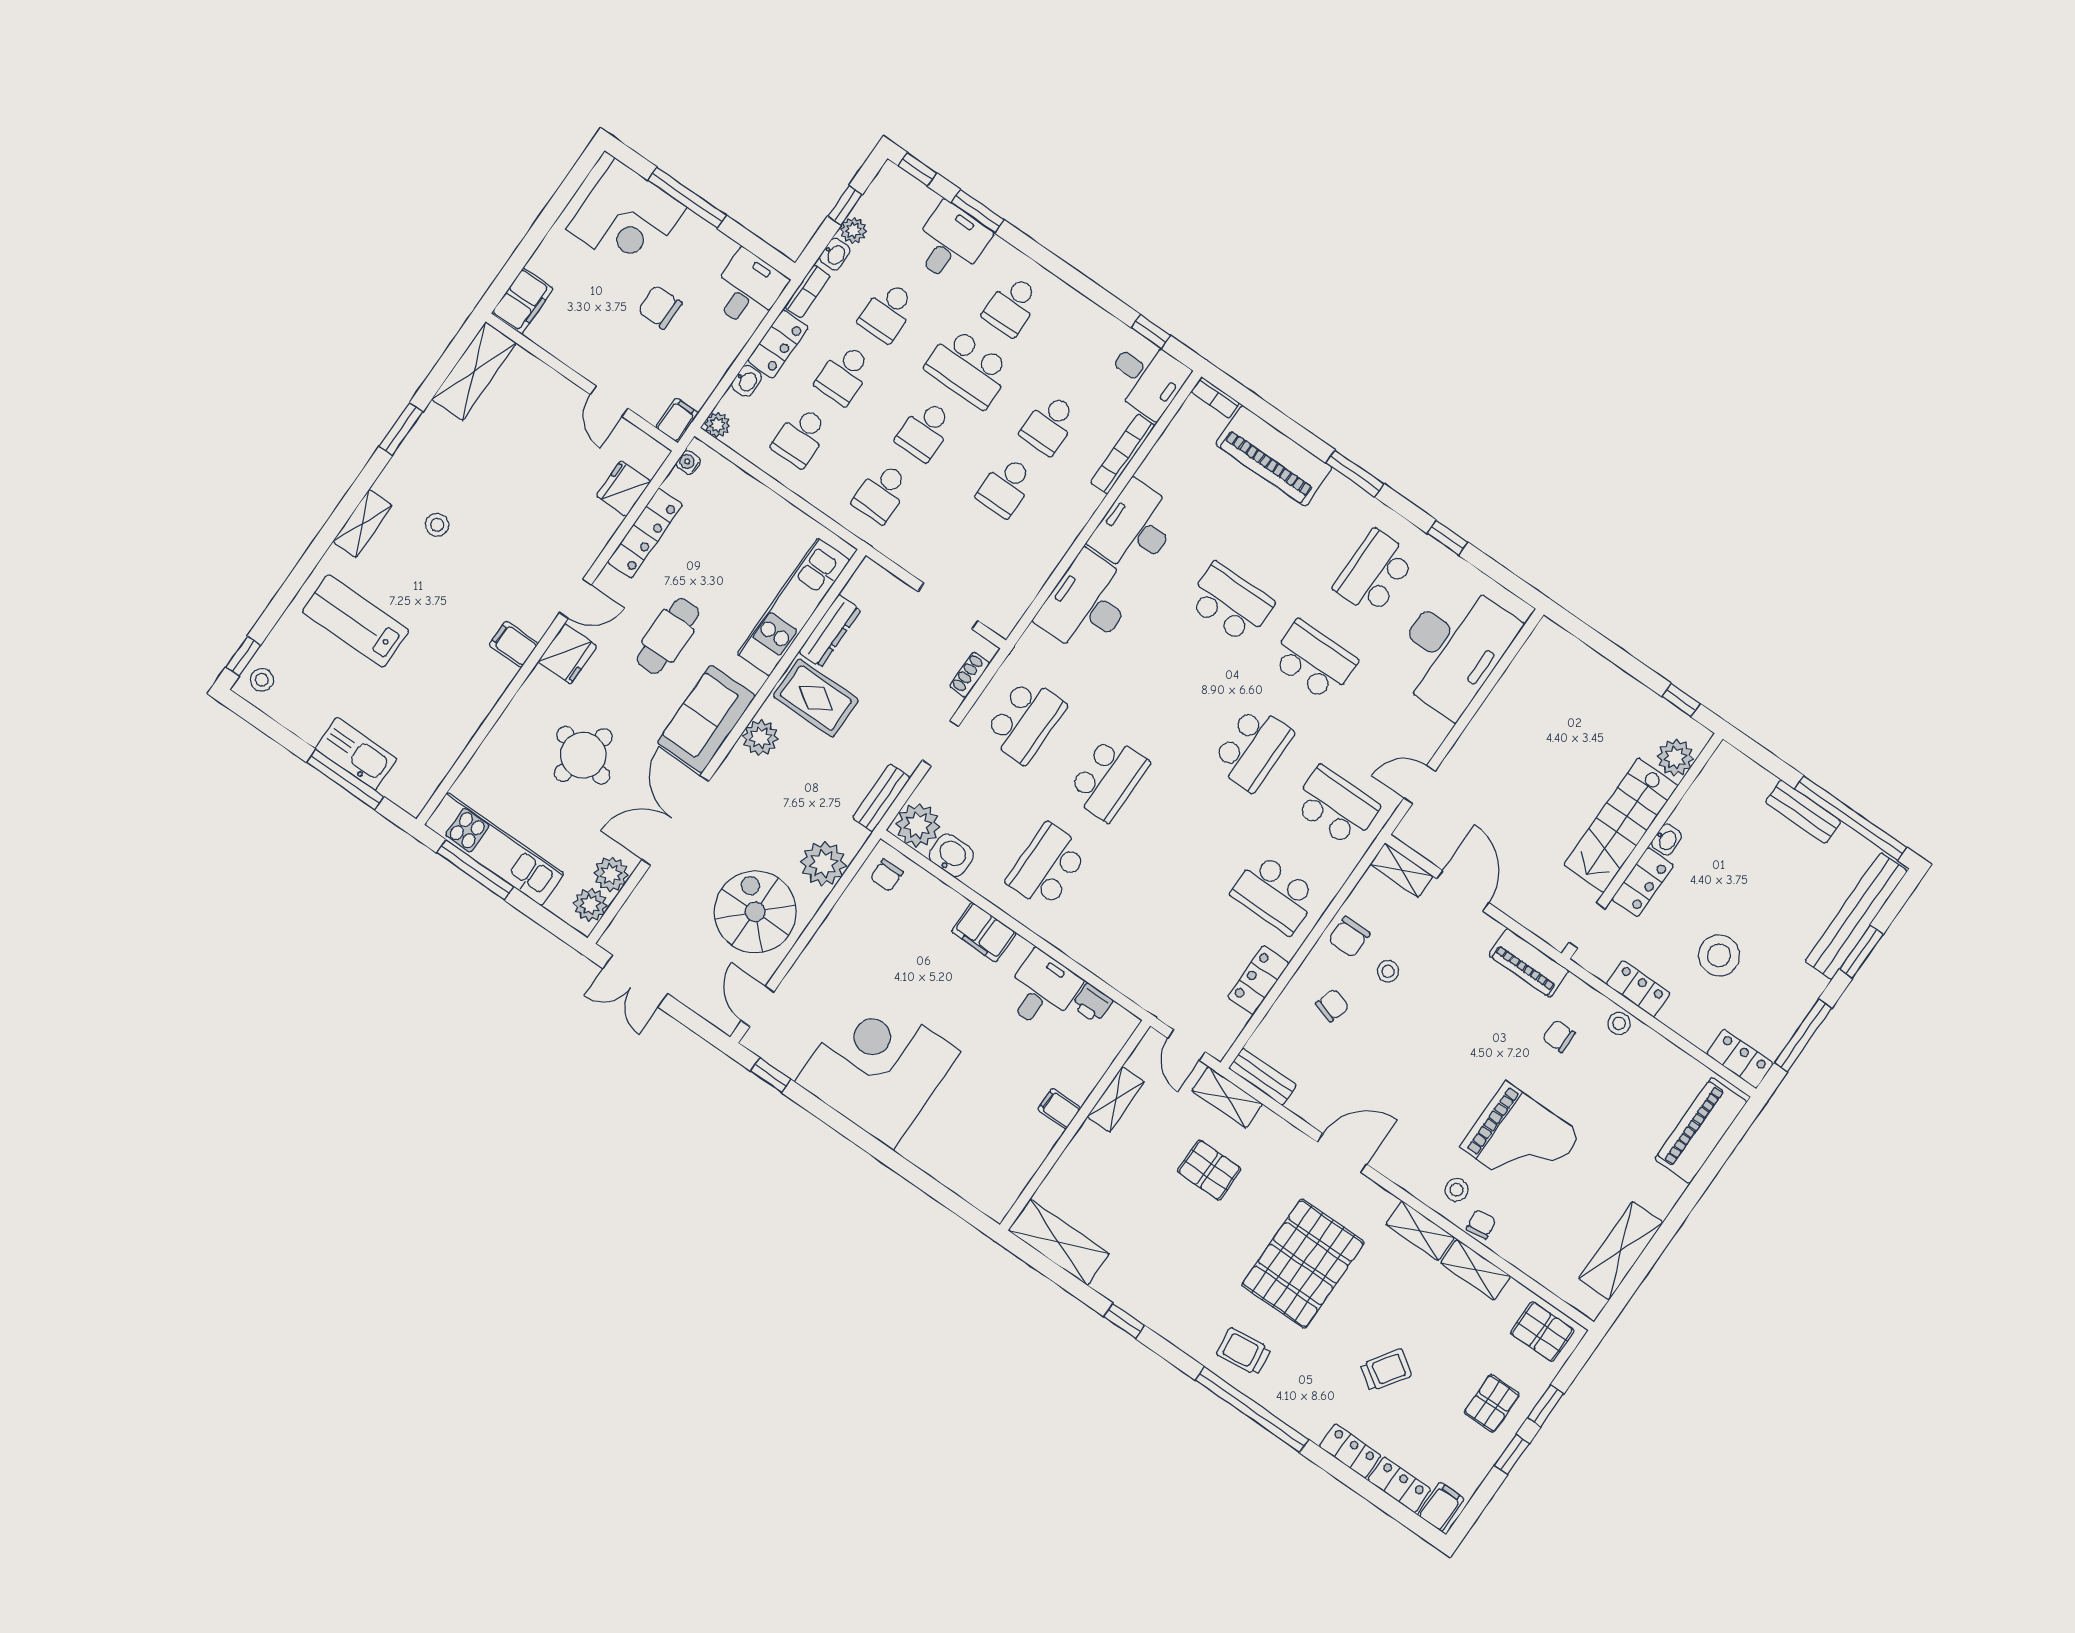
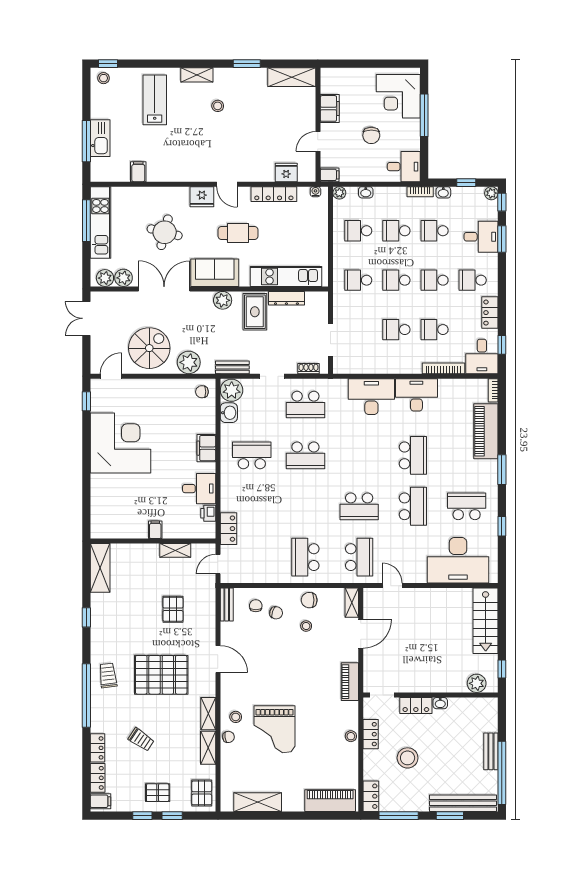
plant: (853, 230) -> (491, 193), moved
filing cabinet: (522, 301) -> (330, 108), moved, turned -90
chair: (660, 307) -> (371, 135), turned 180
locker: (778, 344) -> (490, 313), moved, turned 90
school desk: (968, 368) -> (435, 280), width x0.54
filing cabinet: (514, 644) -> (138, 172), moved
stairs: (1621, 825) -> (486, 621), moved, turned -90
locker: (1258, 980) -> (228, 529), moved, turned 90
chair: (1559, 1036) -> (256, 606), moved
shelving: (1227, 1097) -> (208, 596), removed

